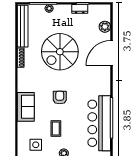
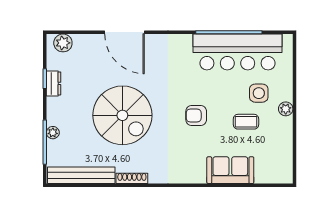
plant: (105, 27) -> (63, 43), moved
sofa: (26, 107) -> (230, 170), moved
side table: (36, 145) -> (259, 93), moved

